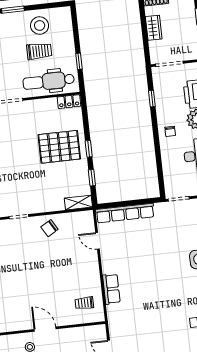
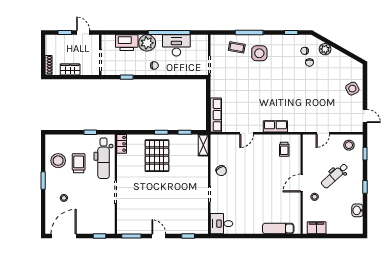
row of seats: (125, 213) -> (216, 115), width x0.73
door: (98, 241) -> (247, 133), moved

